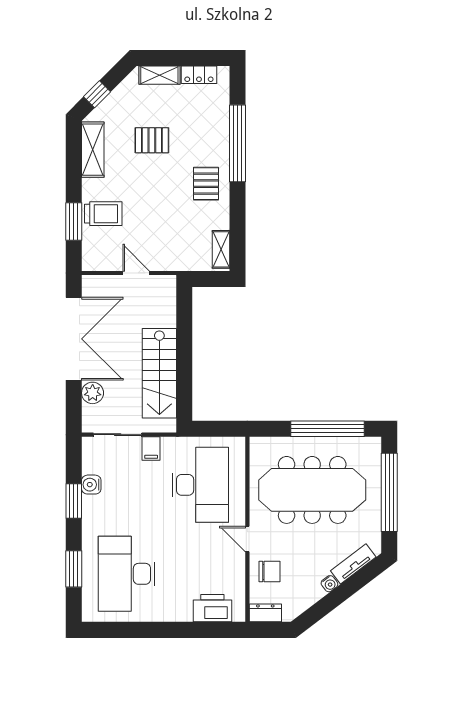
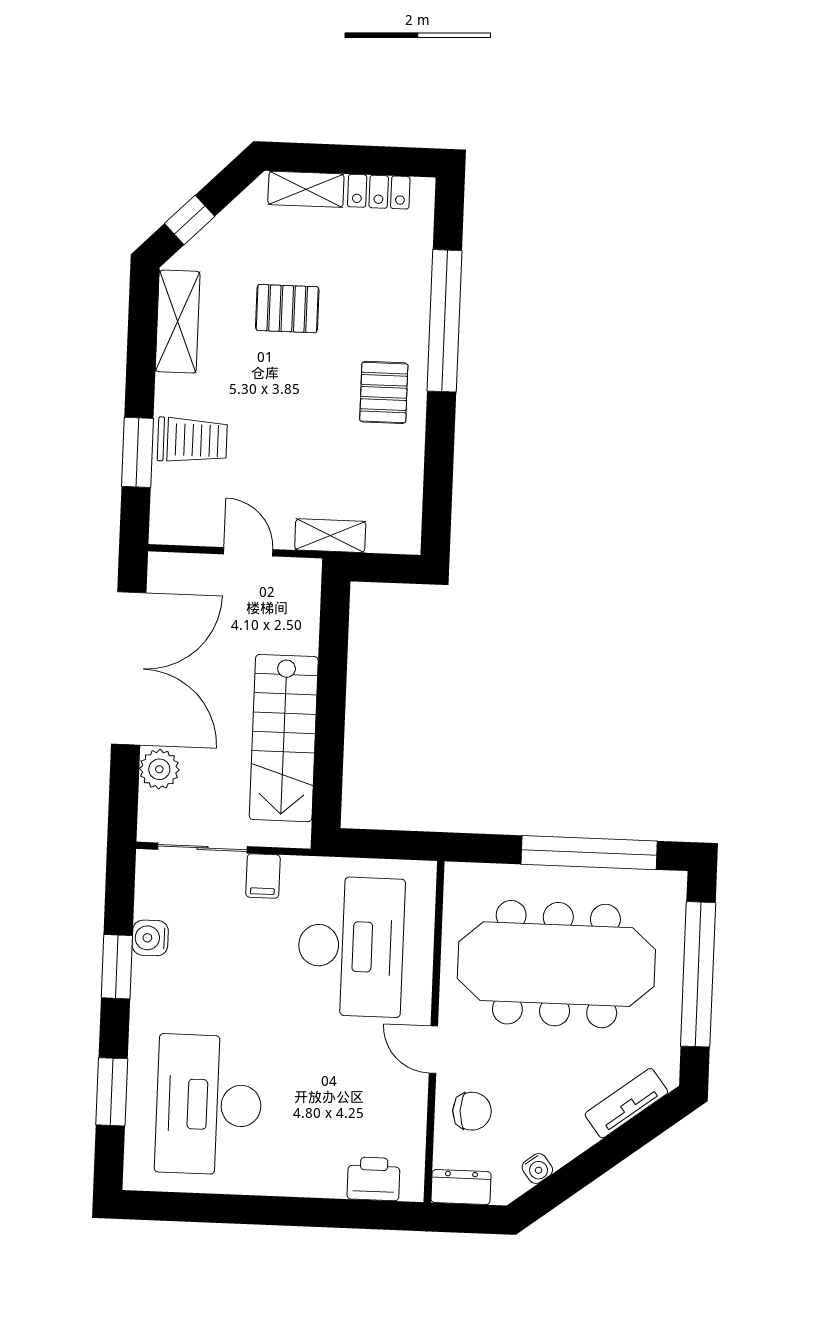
shelving: (221, 249) -> (330, 536), moved, turned 90
water cooler: (329, 584) -> (537, 1168), moved
printer: (212, 608) -> (374, 1179), width x0.73, depth x0.84

